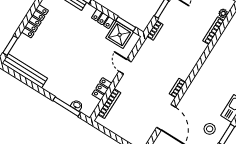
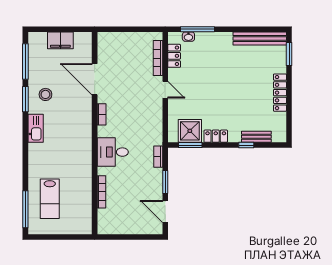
plant: (223, 13) -> (102, 214), removed
desk: (187, 55) -> (113, 152), added
door: (125, 67) -> (165, 90), moved
locker: (102, 89) -> (174, 56), moved

